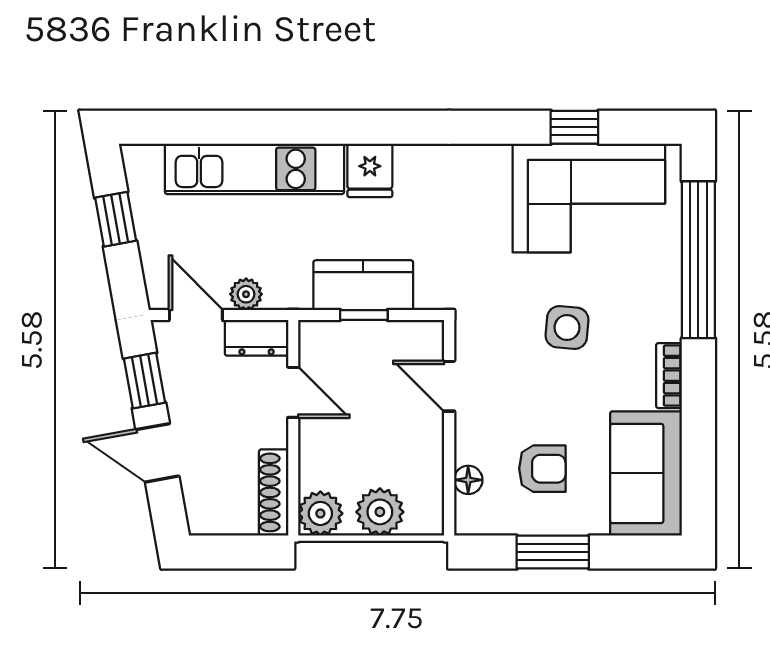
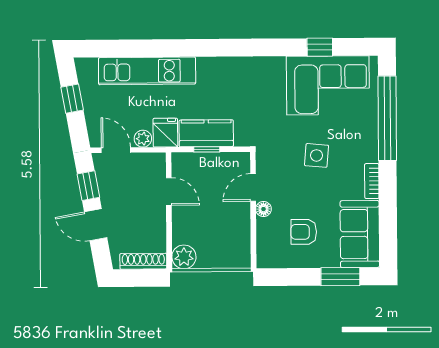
fridge: (370, 170) -> (165, 133), moved, turned 180
dresser: (257, 338) -> (149, 162), removed
door: (449, 386) -> (253, 188), hinge flipped
armchair: (542, 469) -> (304, 232), turned 180
floor lamp: (468, 480) -> (264, 209), moved
shoe rack: (274, 492) -> (143, 261), moved, turned 90
plant: (380, 512) -> (216, 256), removed
window: (553, 552) -> (340, 277), moved

